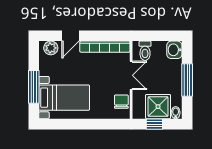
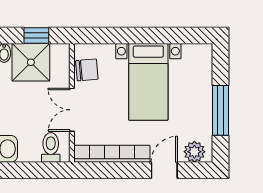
window: (34, 87) -> (220, 110), moved
bed with nightstands: (64, 98) -> (148, 82), moved, turned -90
chair: (121, 102) -> (87, 70), turned -95

